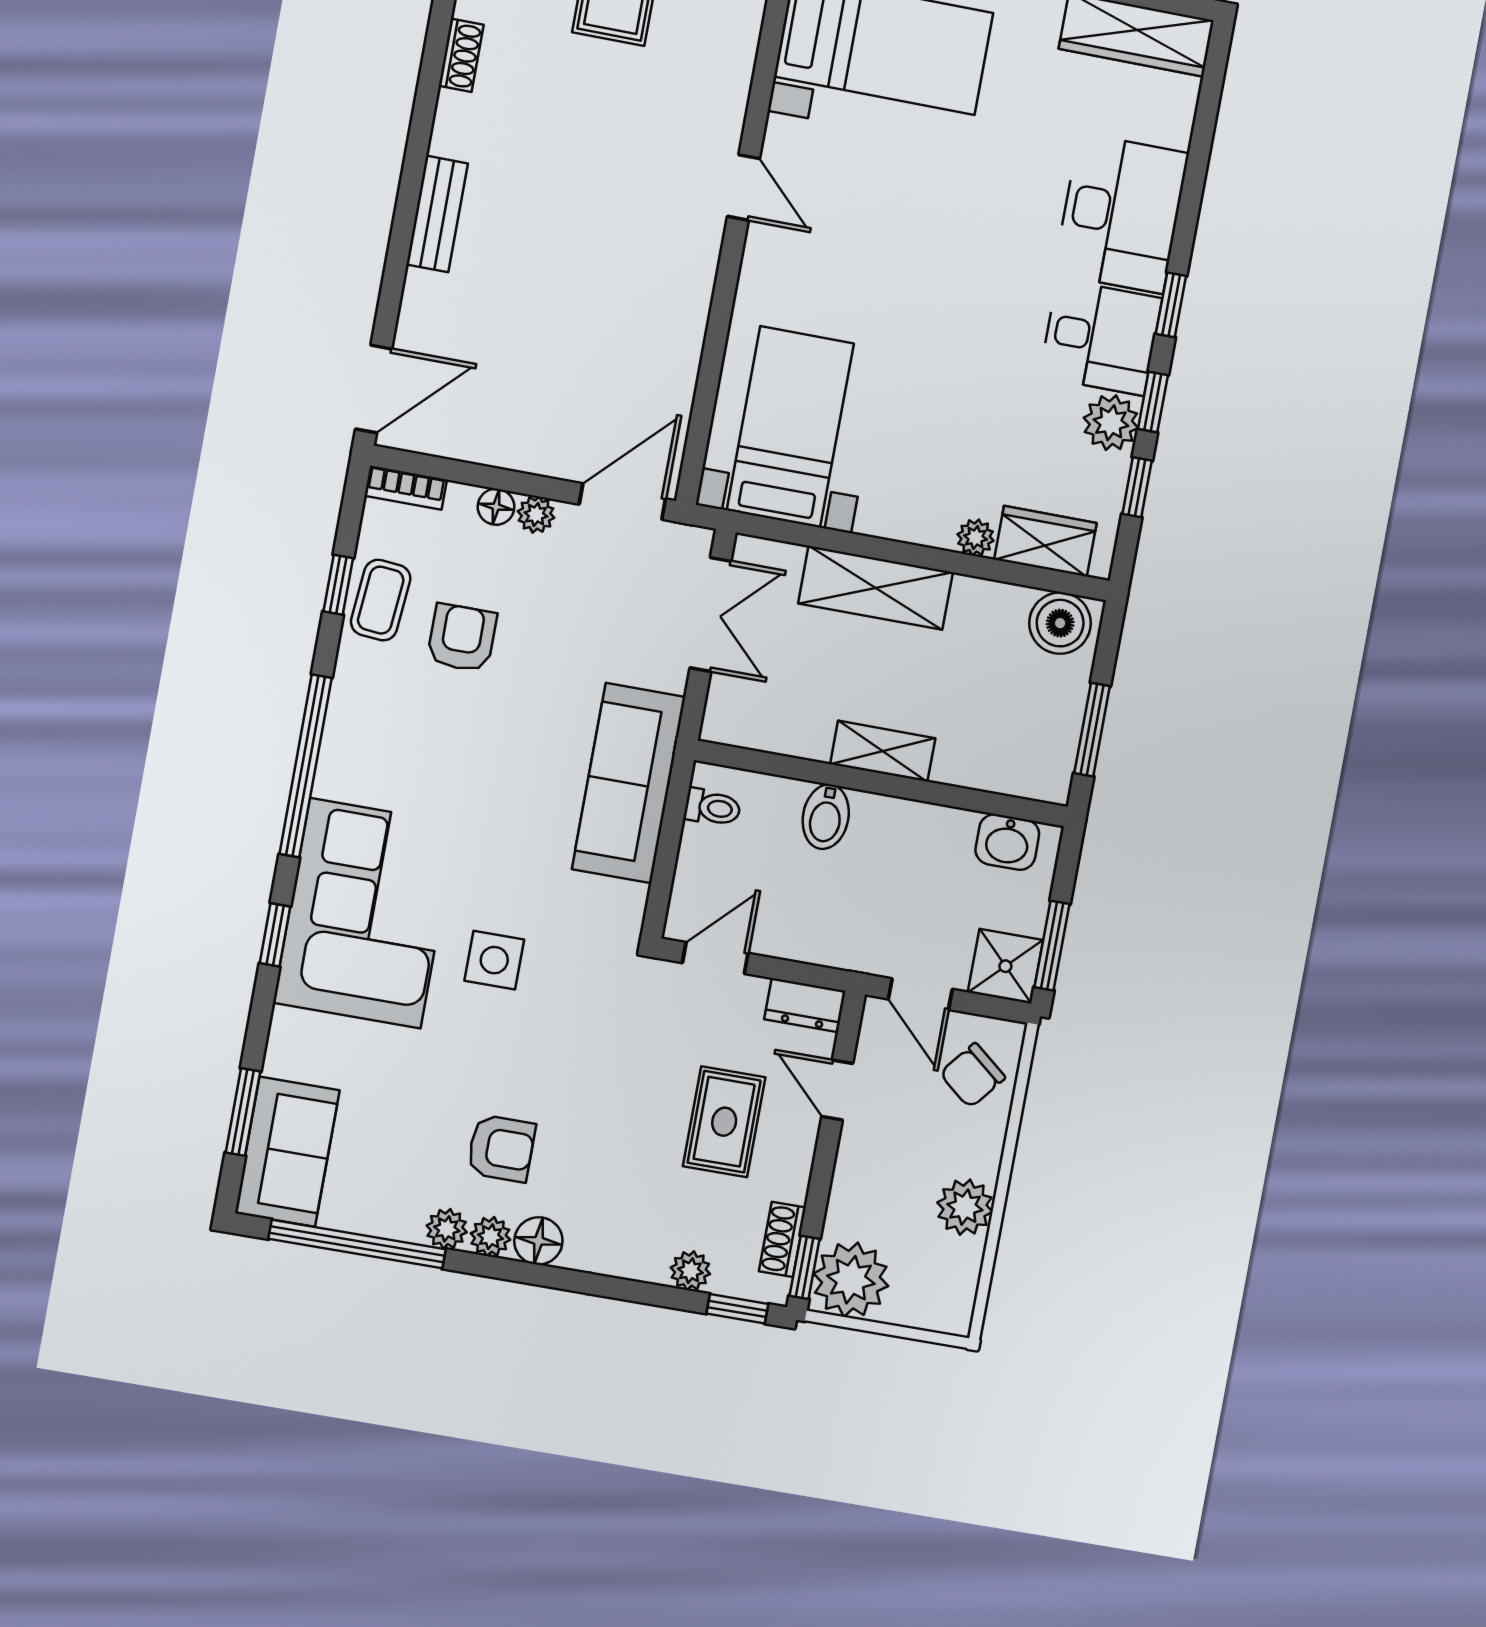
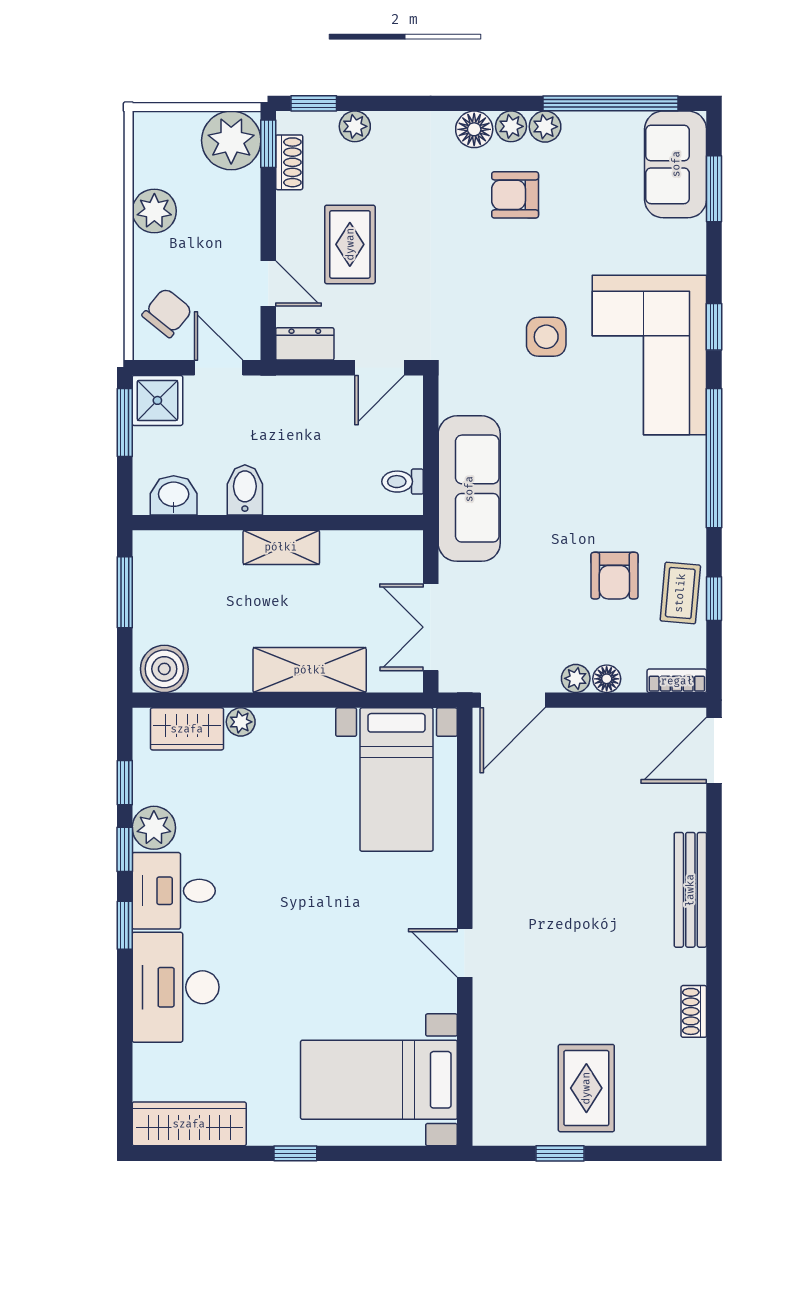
bench: (437, 214) -> (690, 890), width x1.36
bidet: (826, 817) -> (245, 490), moved

